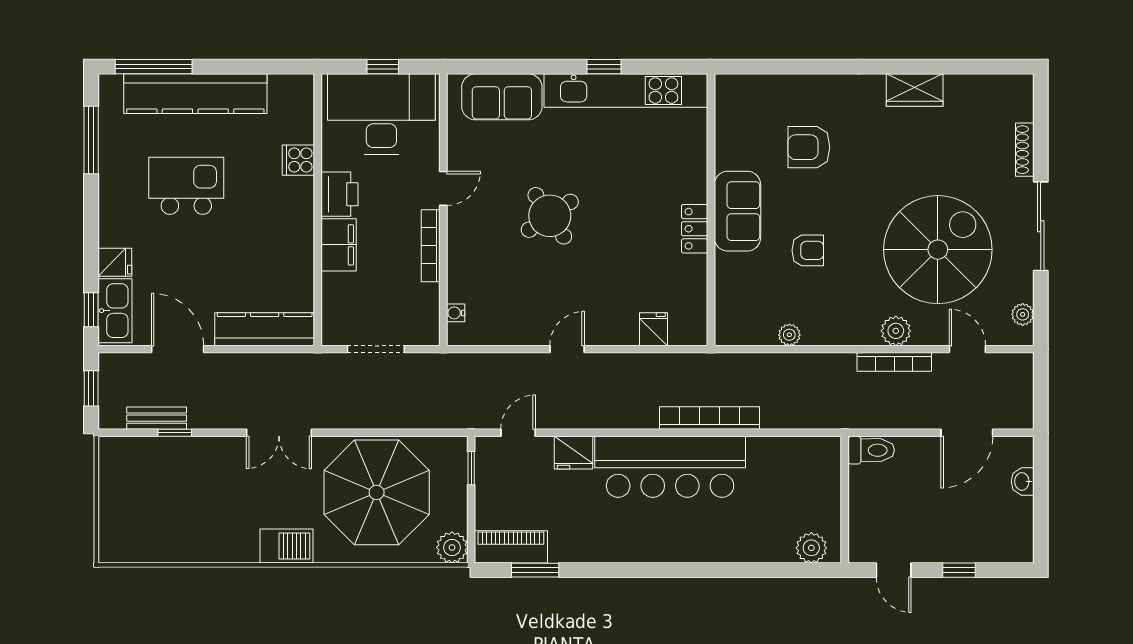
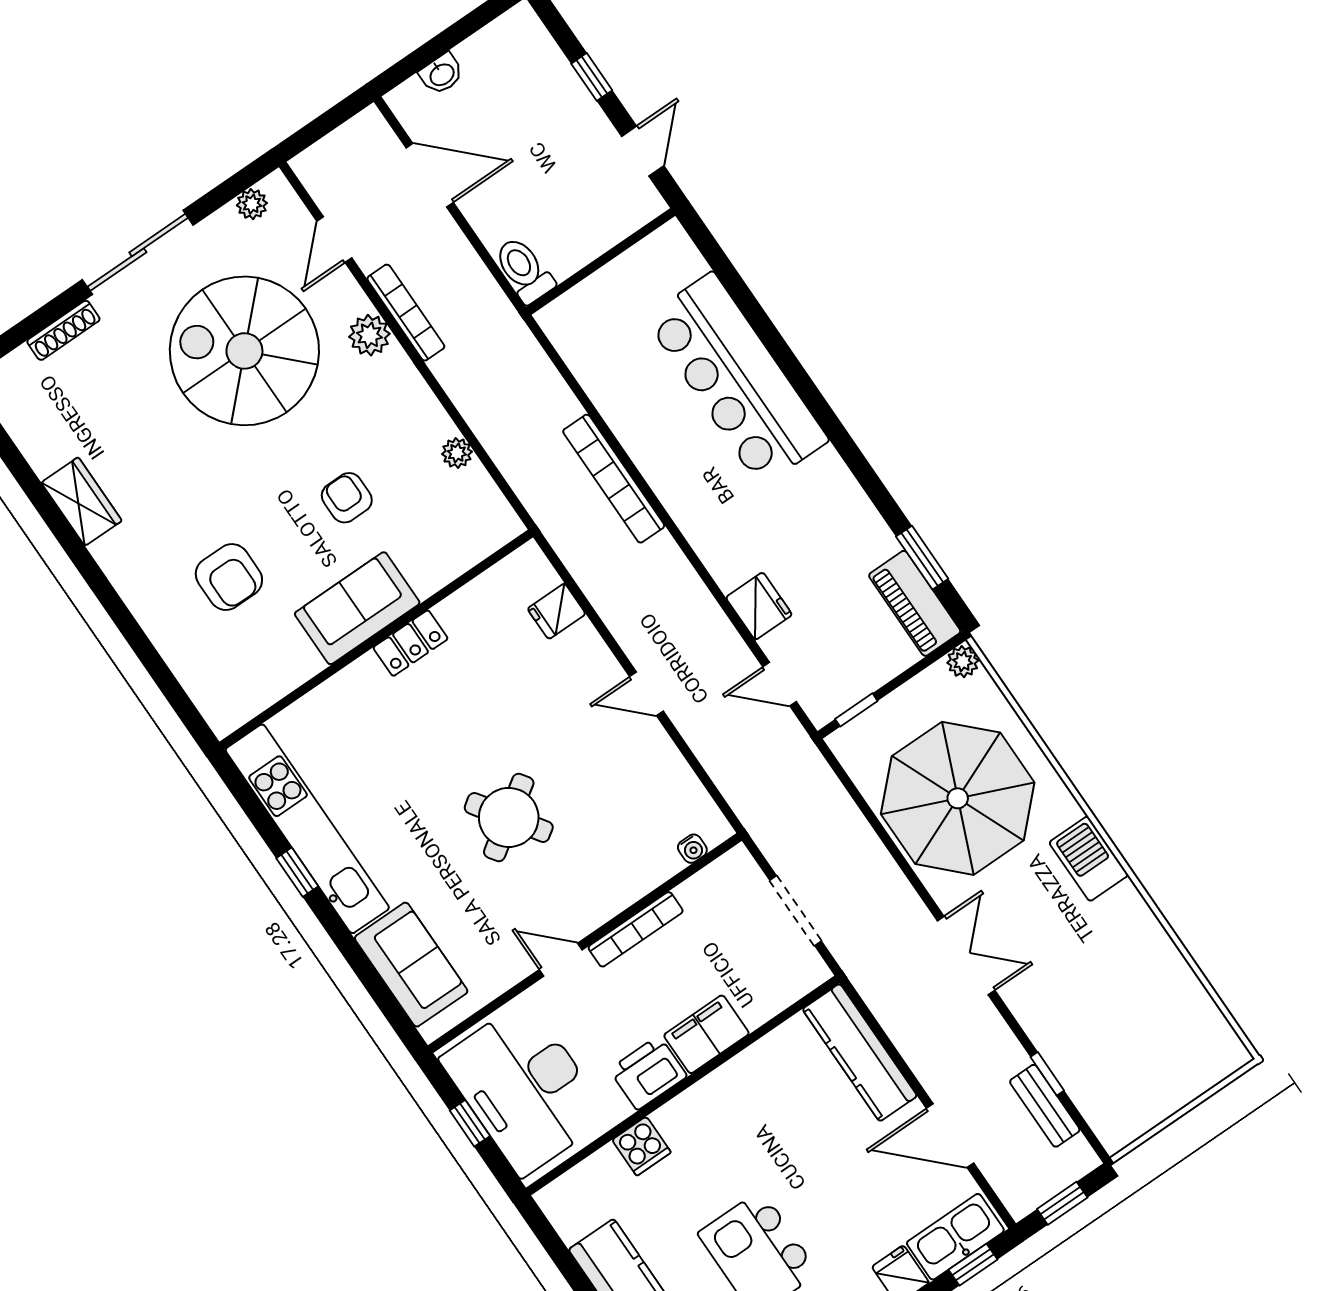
door: (178, 349) -> (950, 1136), hinge flipped
bar counter: (670, 467) -> (737, 379), moved, turned 180
plant: (452, 547) -> (963, 662), width x0.73, depth x0.73
plant: (811, 548) -> (681, 262), removed

